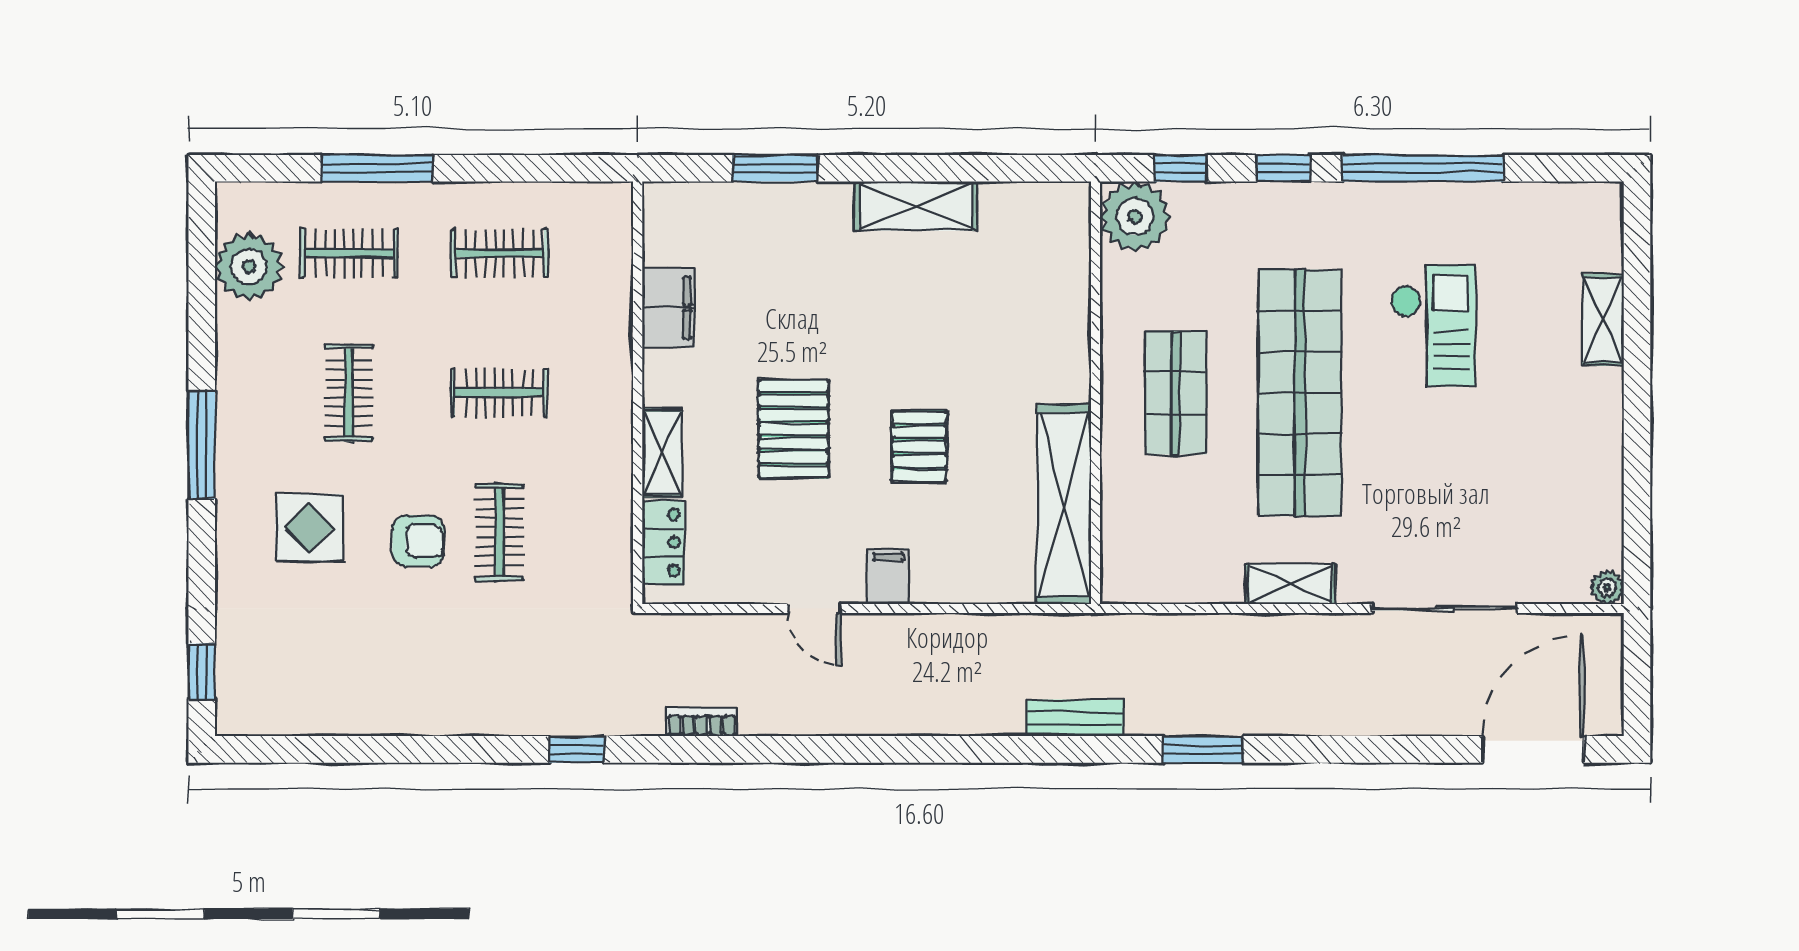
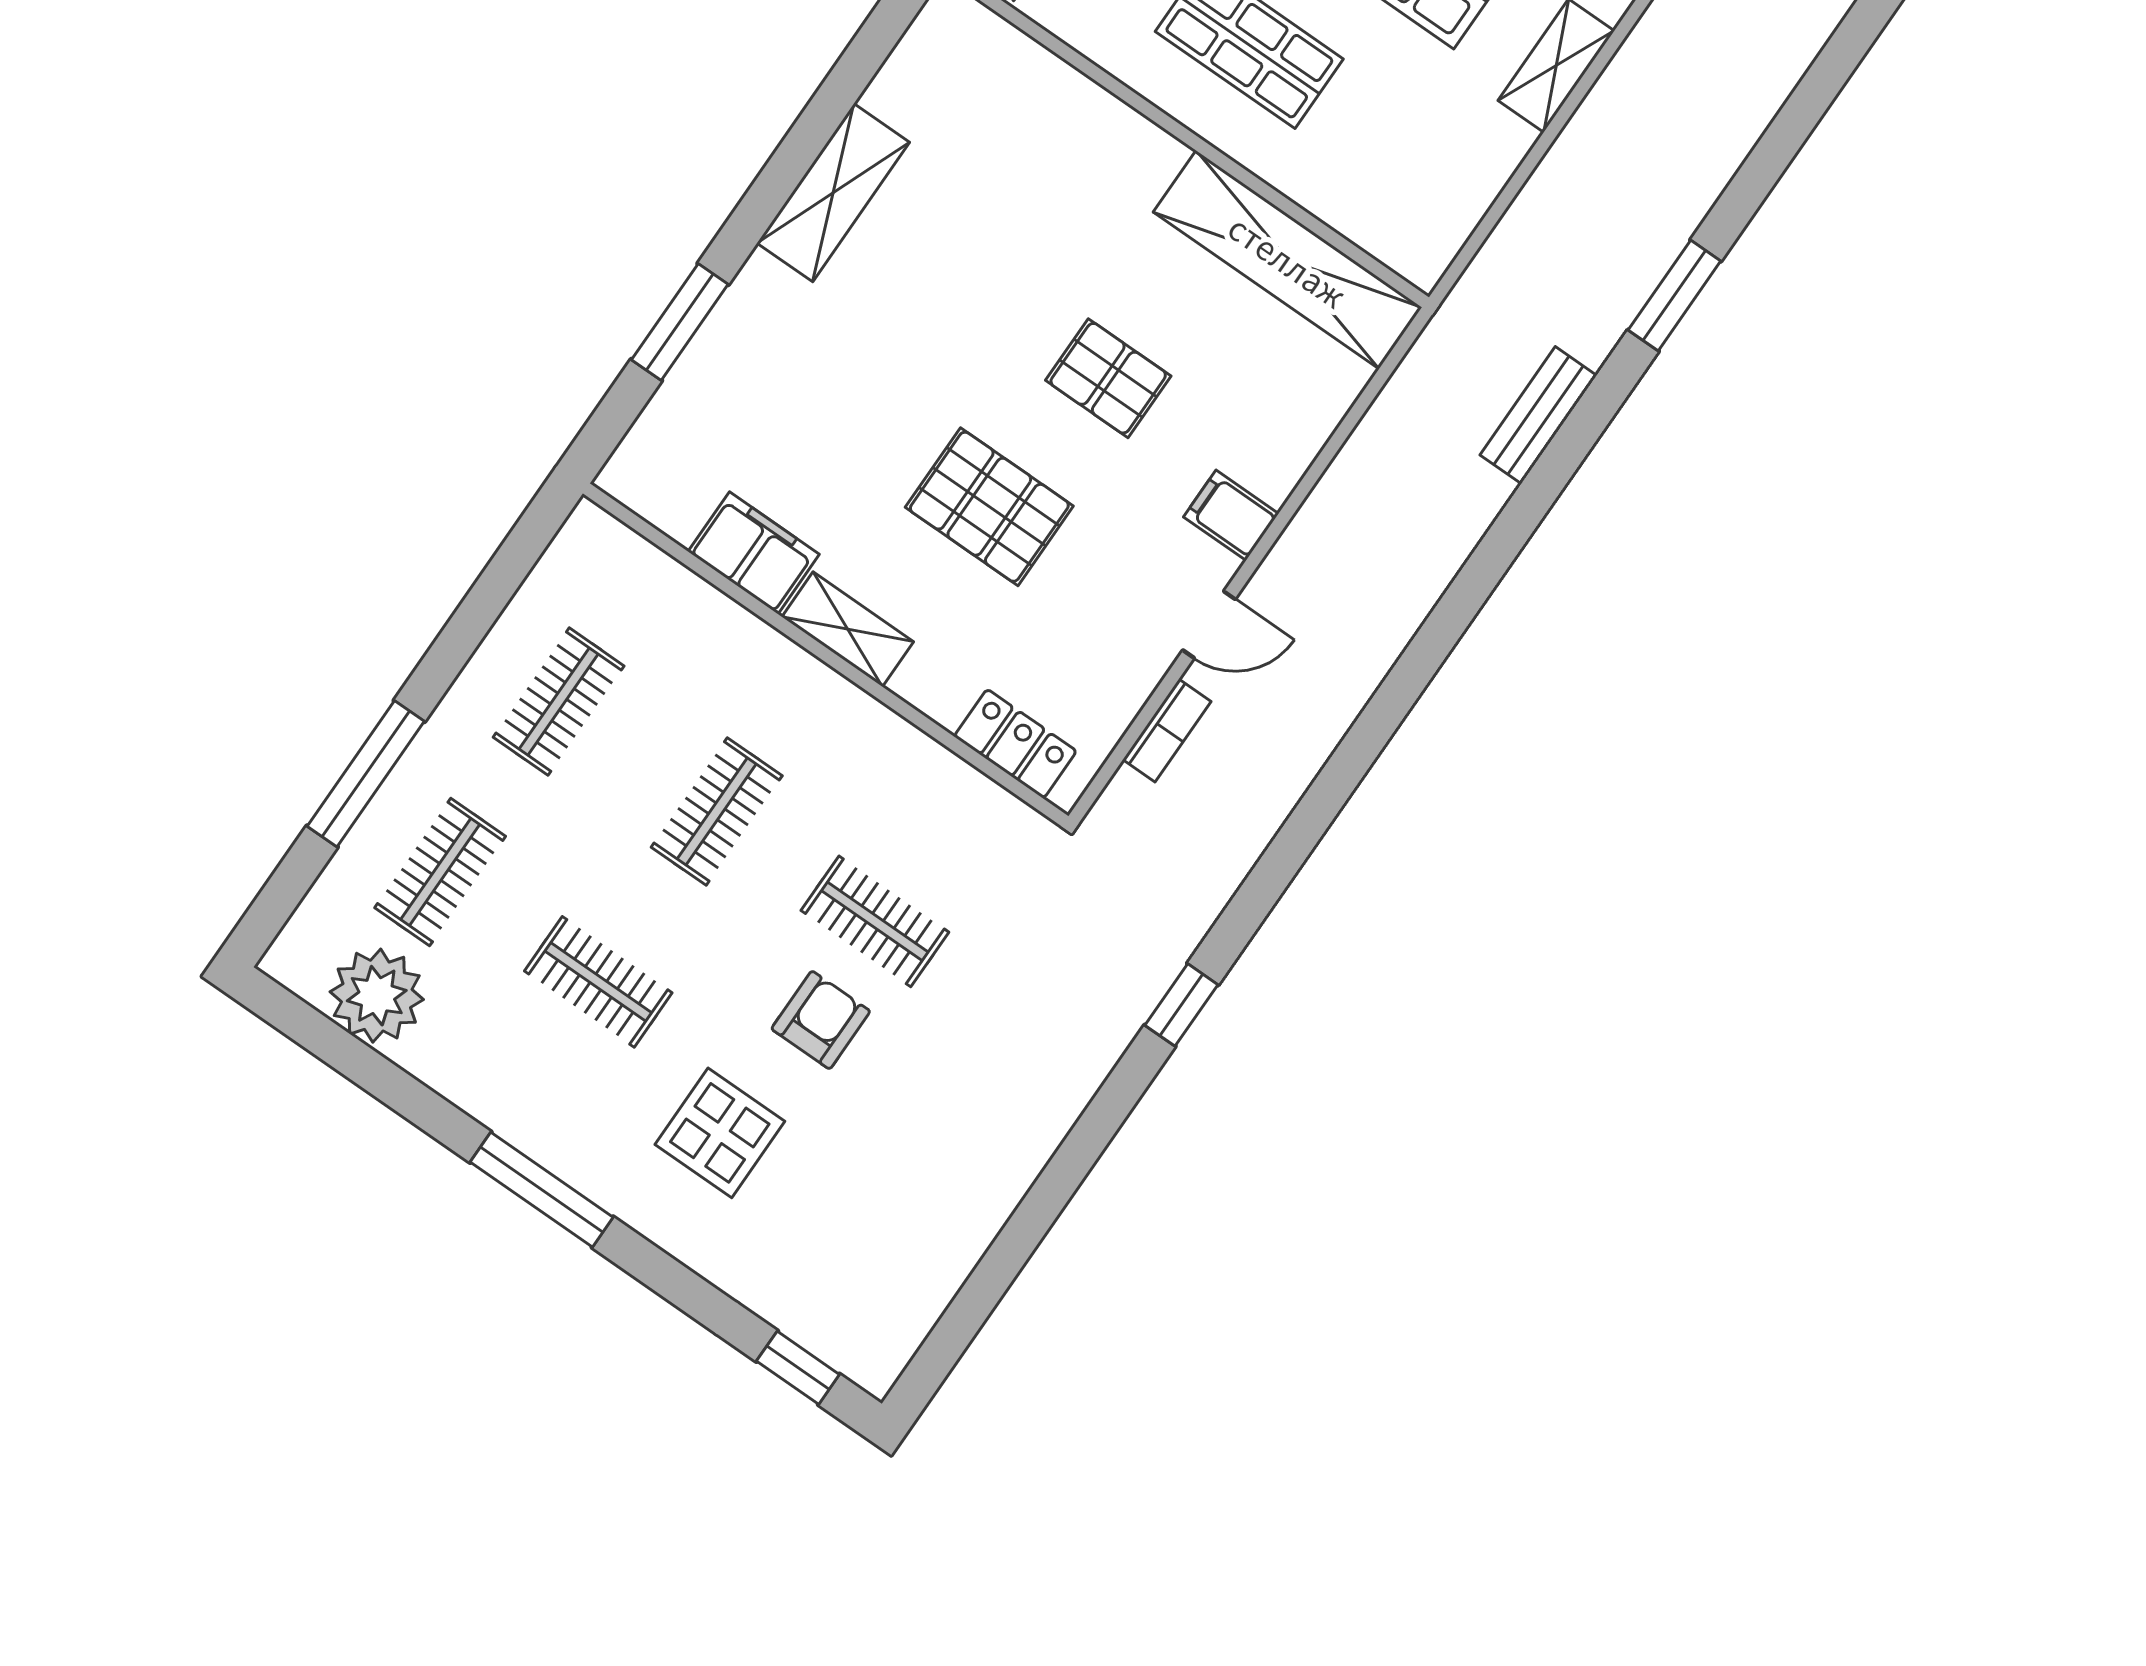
shelving: (662, 453) -> (848, 629), moved
bookcase: (702, 722) -> (1167, 730), moved, turned 180

